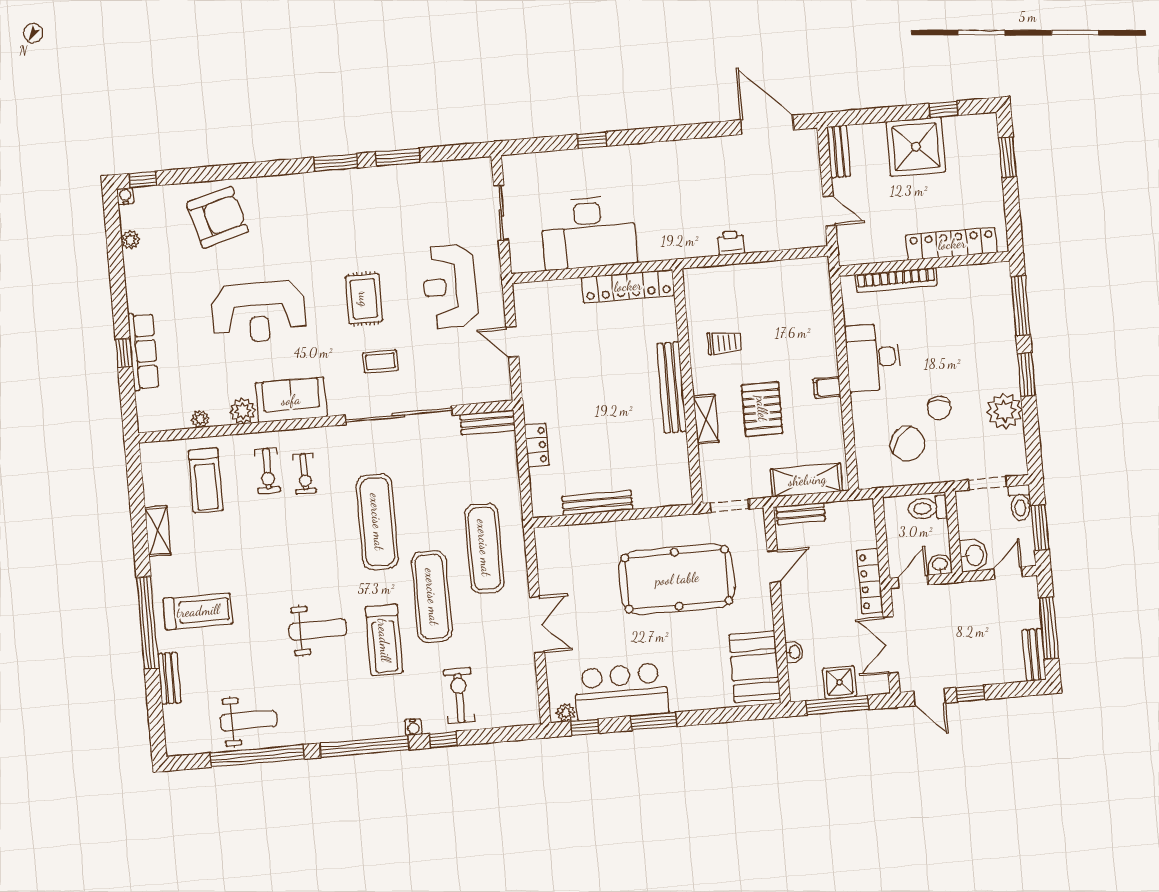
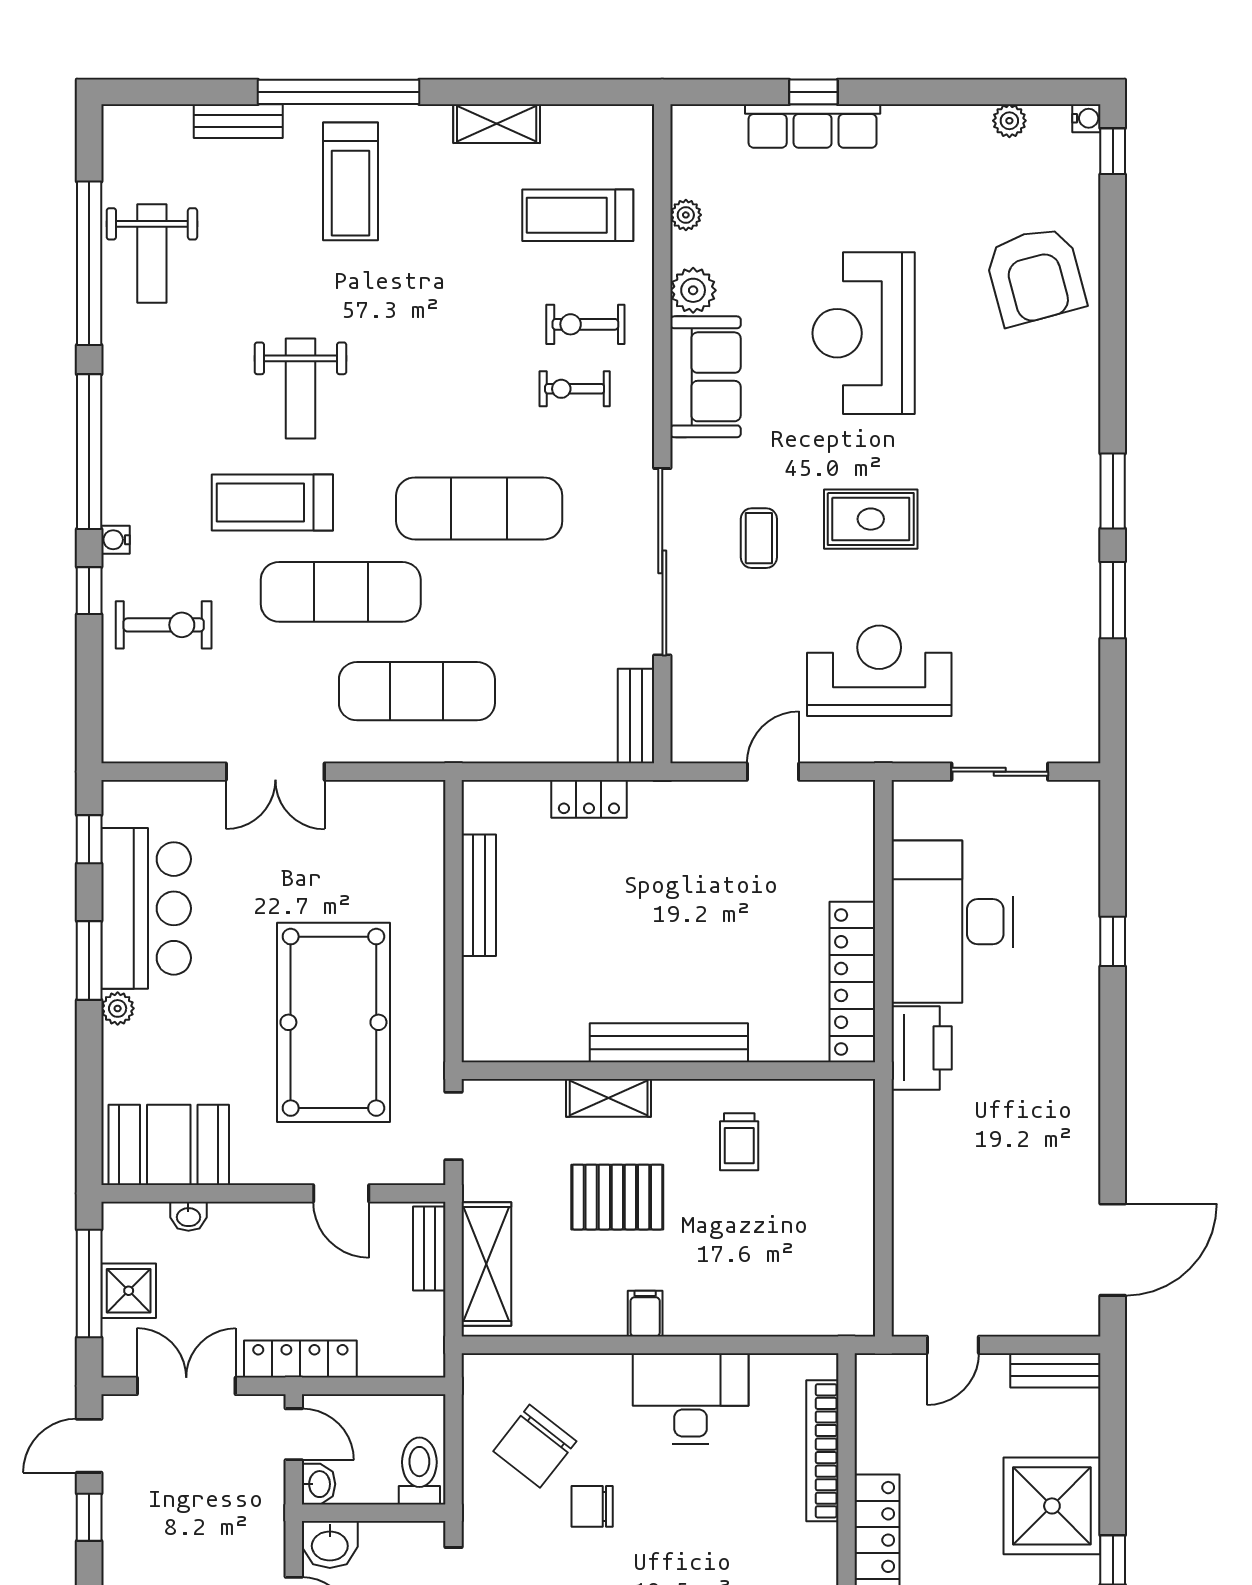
printer: (731, 243) -> (922, 1048), moved, width x1.87, depth x1.48
plant: (566, 713) -> (118, 1008), moved

